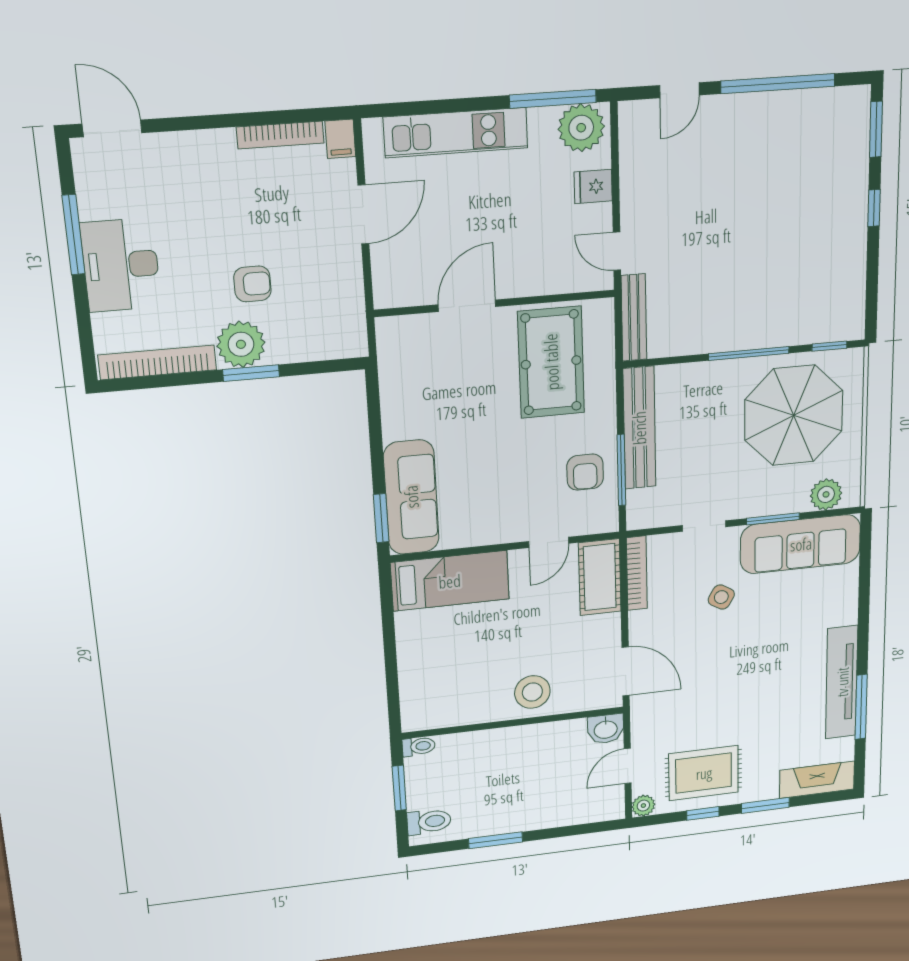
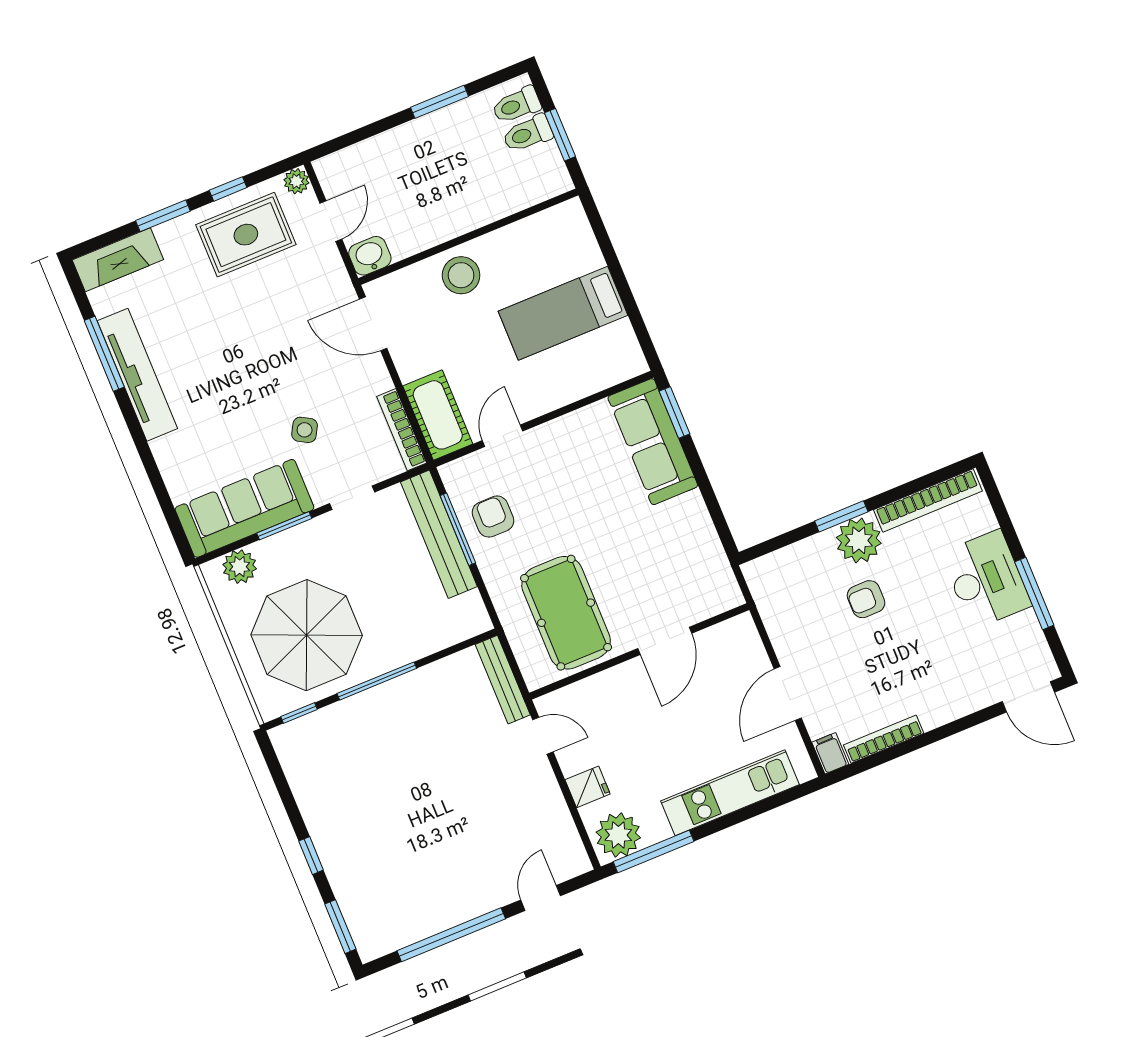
bench: (639, 428) -> (439, 534), moved
bed: (450, 581) -> (563, 313), moved
toilet: (419, 746) -> (528, 134), moved, width x1.37, depth x1.39

